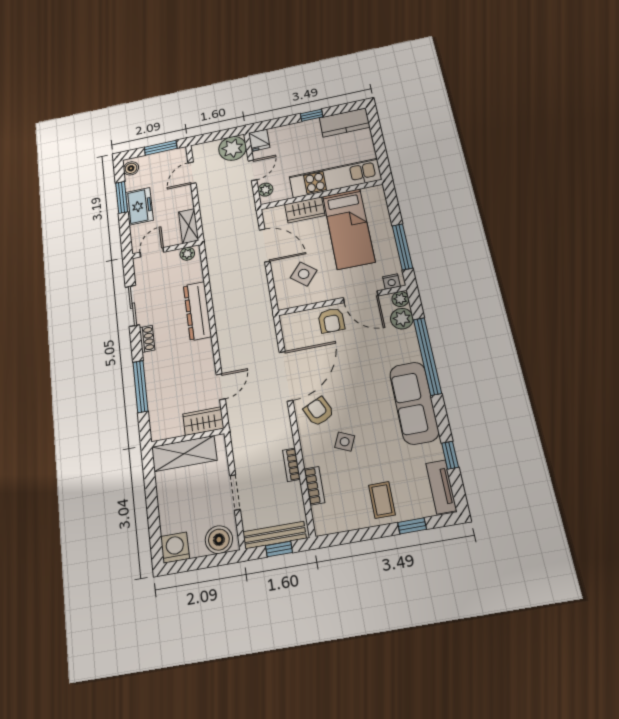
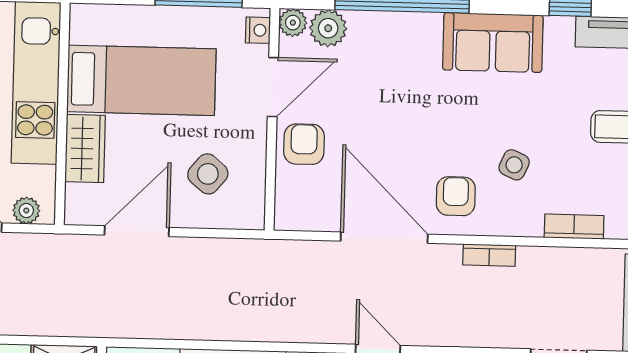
armchair: (331, 320) -> (304, 144), turned -90
sofa: (414, 403) -> (493, 43), width x0.73
armchair: (319, 411) -> (456, 196), turned 115
bookcase: (291, 465) -> (489, 255), moved

